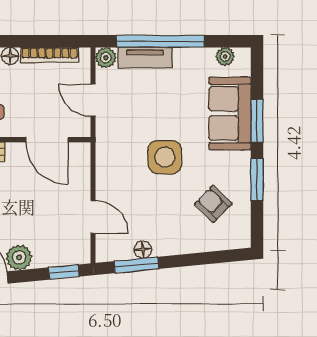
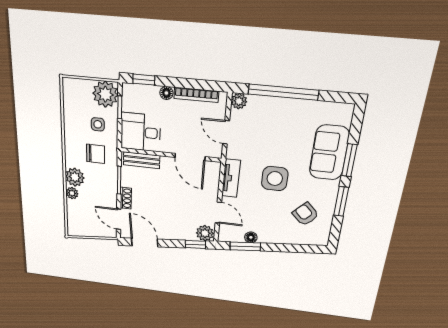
plant: (225, 57) -> (333, 109), removed
tv unit: (145, 58) -> (231, 178), moved, turned -90
plant: (19, 257) -> (205, 233), moved

